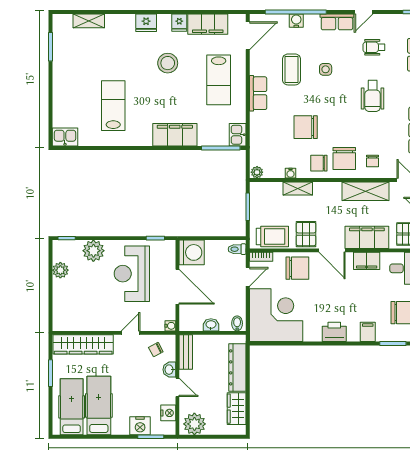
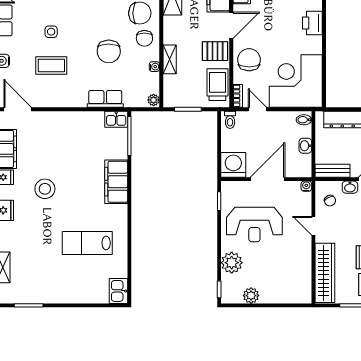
lab bench: (219, 80) -> (62, 138), removed
row of seats: (258, 93) -> (105, 99), moved

